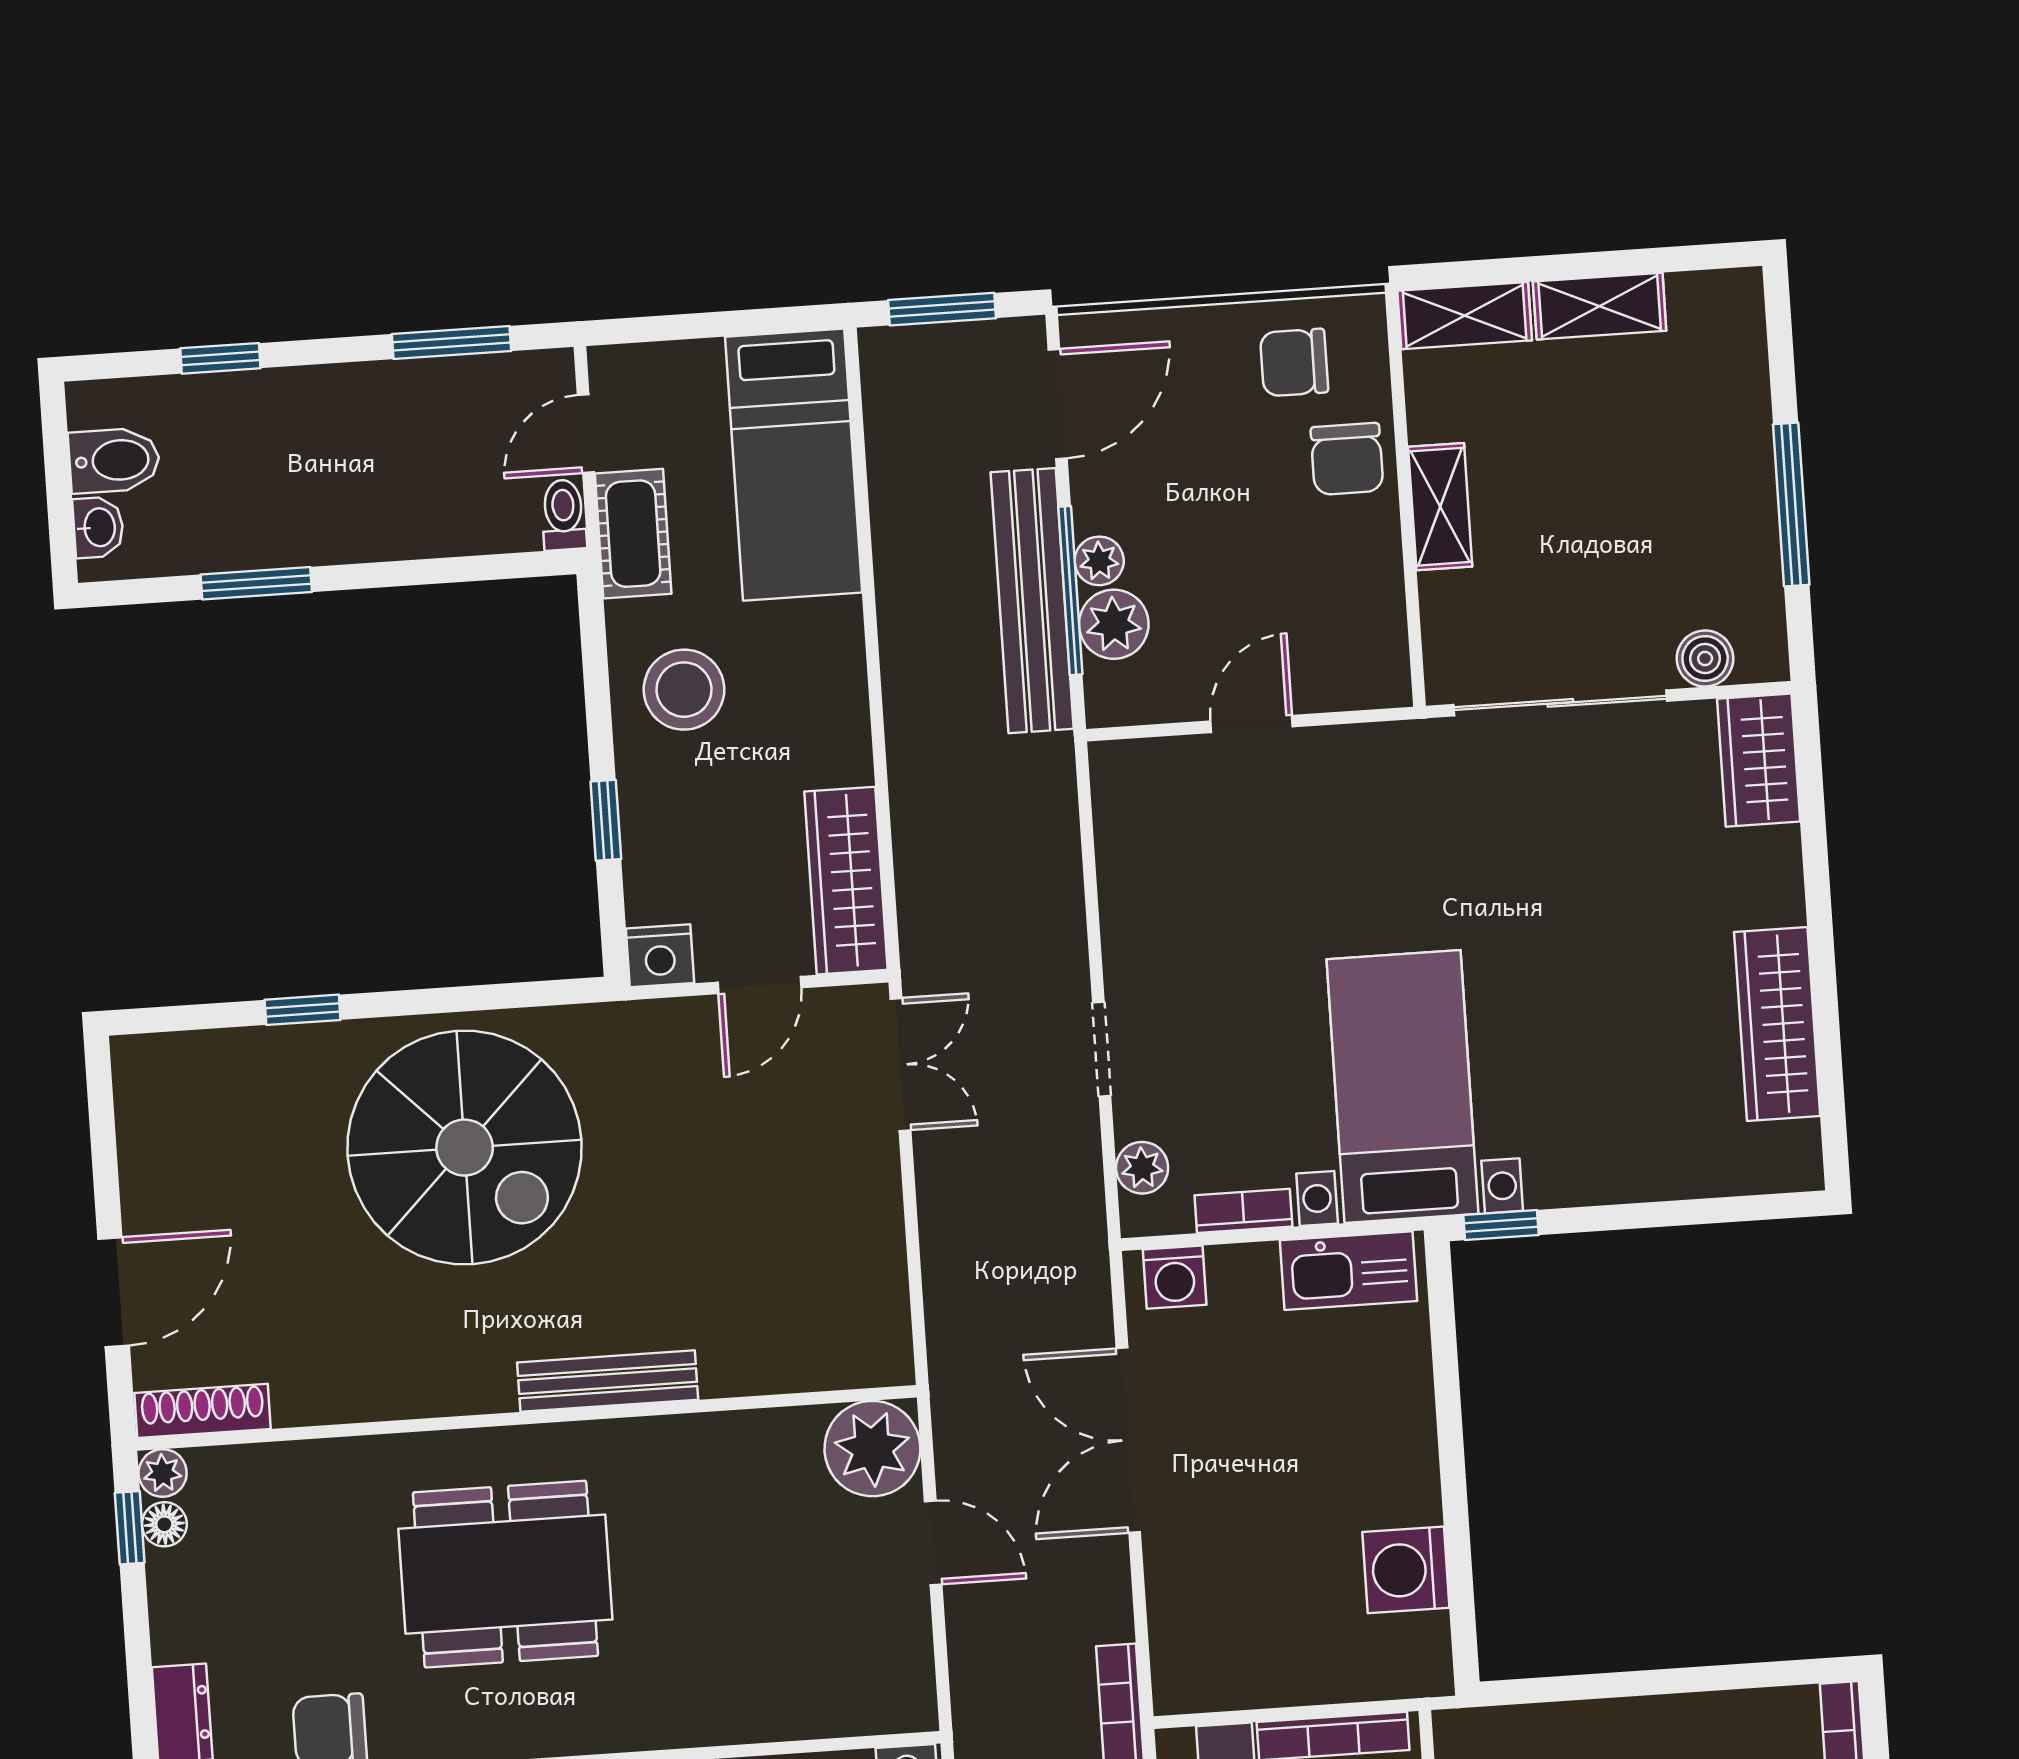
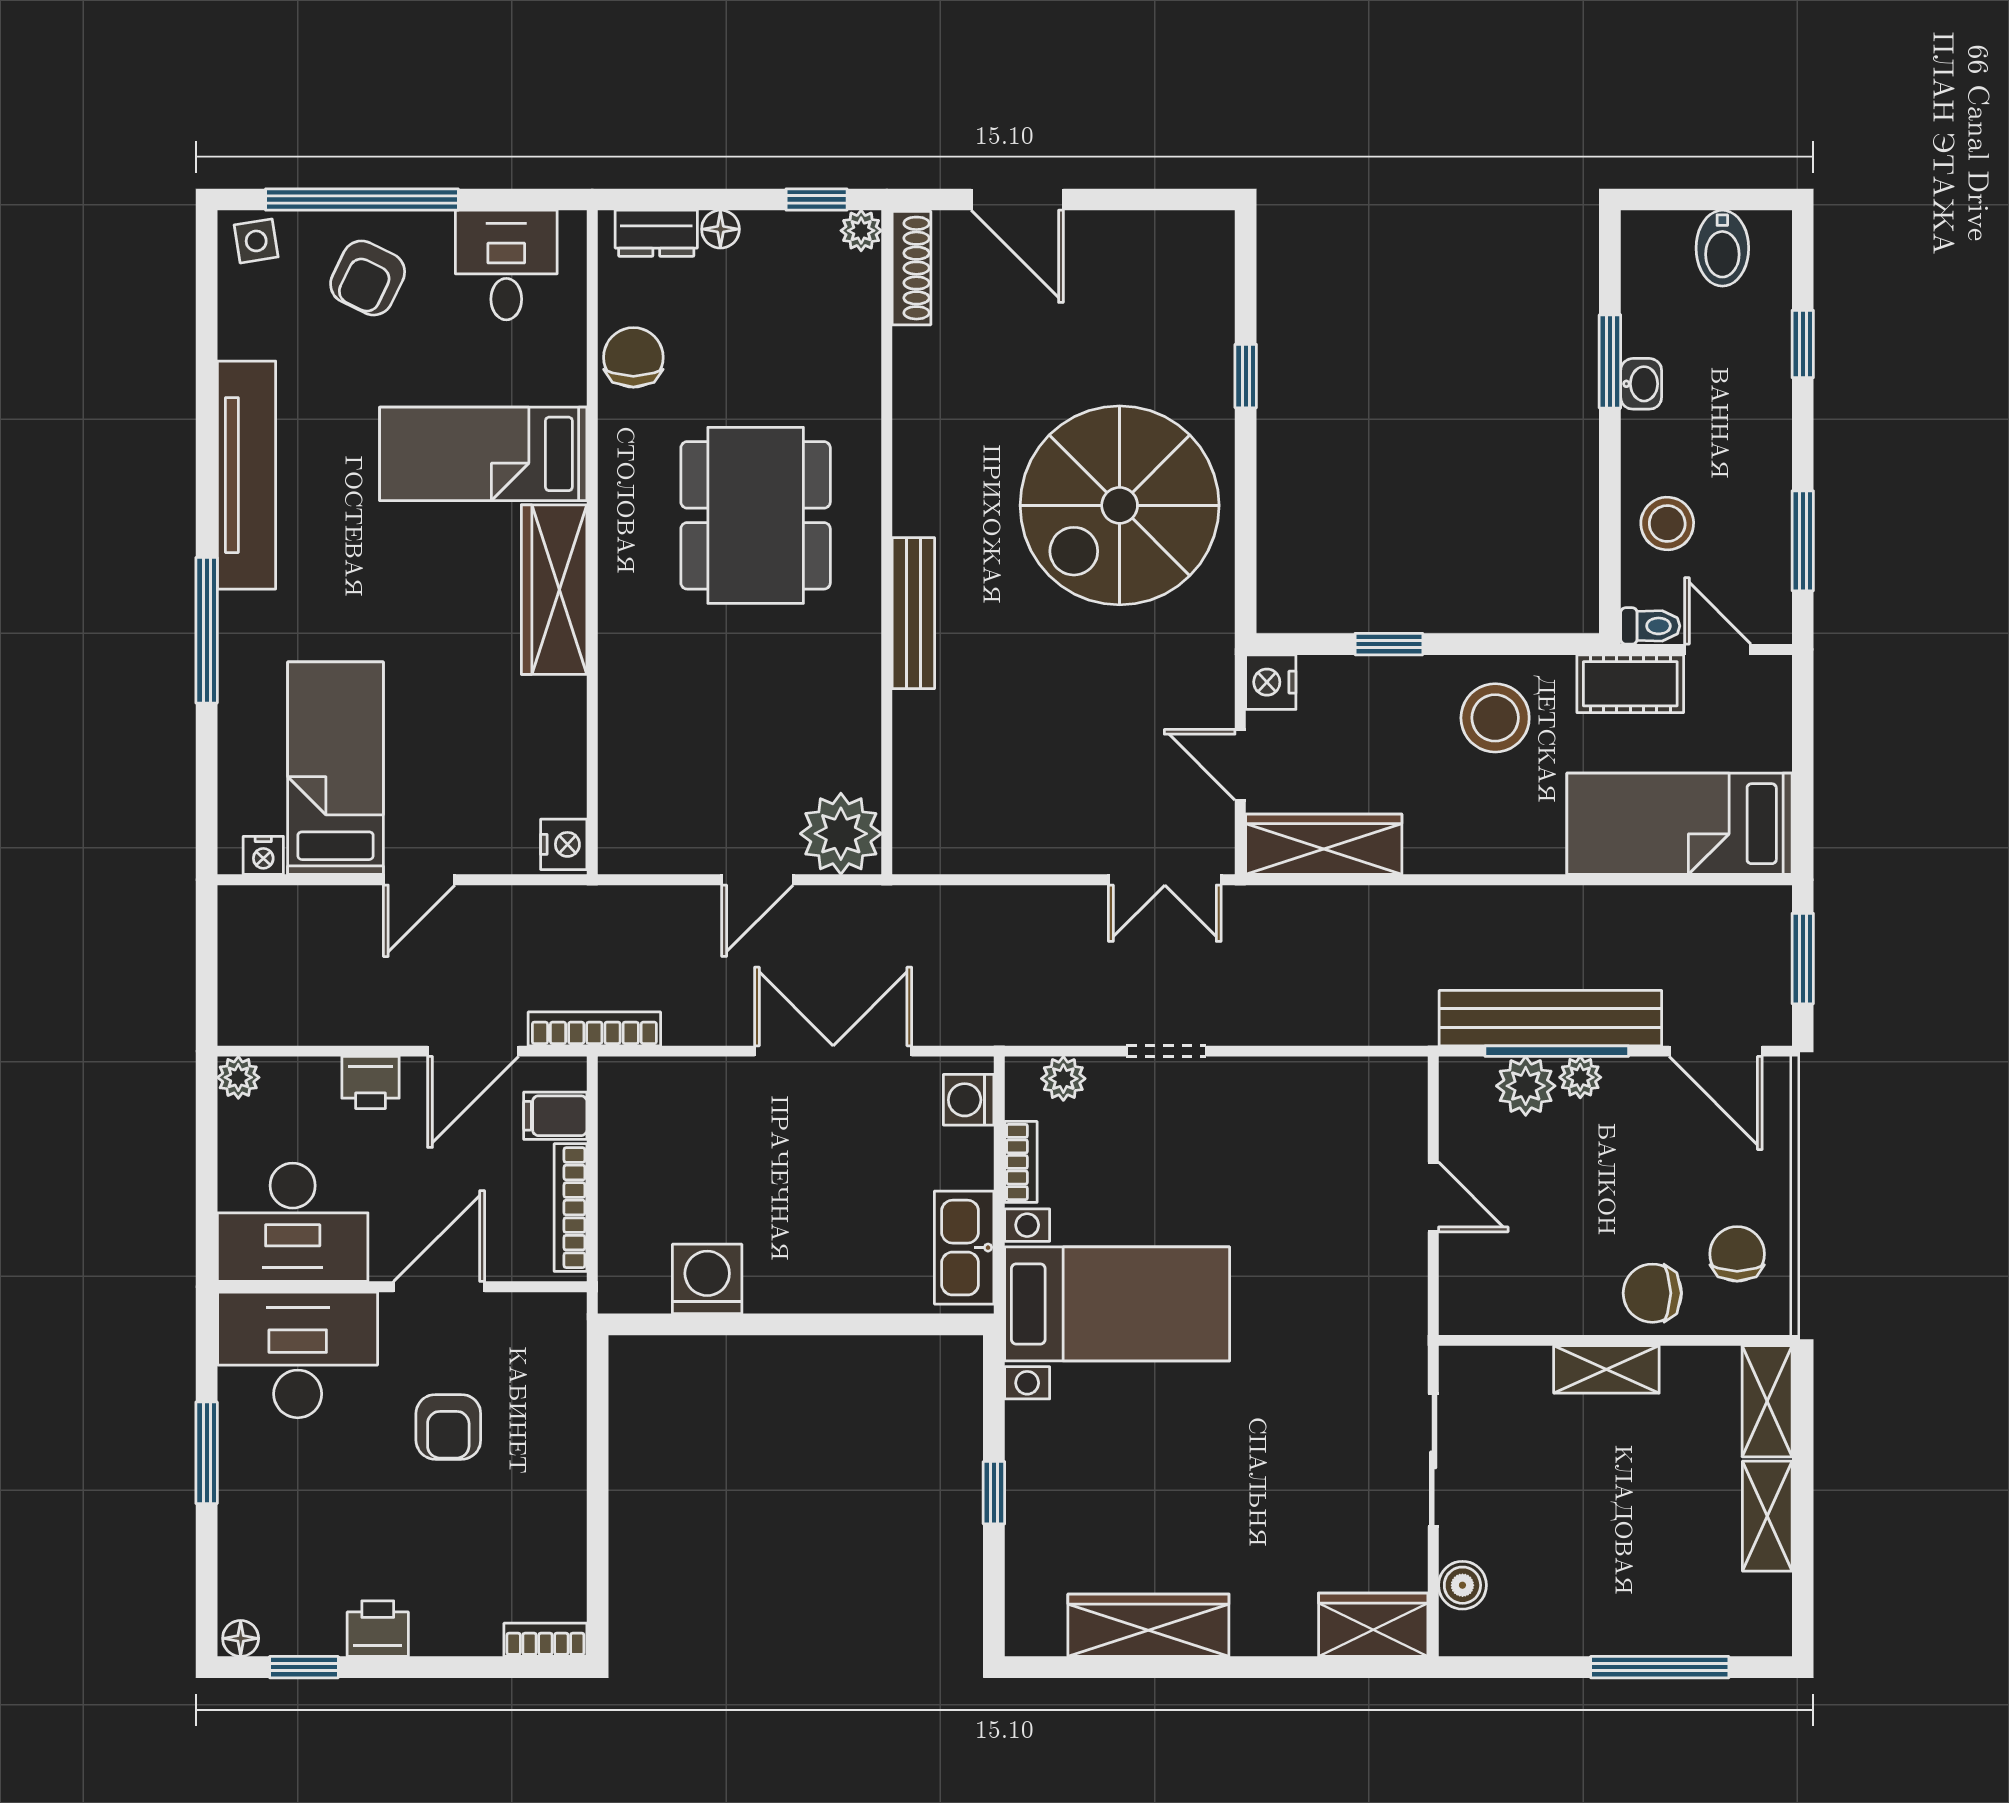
stool: (442, 503) -> (1667, 524), added
window: (1791, 504) -> (1660, 1667), moved
washbasin: (98, 527) -> (1641, 384), moved, turned -90
sliding door: (1560, 703) -> (1433, 1460), width x0.73
window: (1501, 1225) -> (994, 1493), moved
floor lamp: (164, 1524) -> (720, 229), moved

